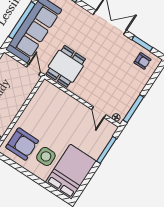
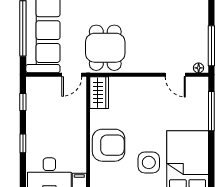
door: (34, 70) -> (72, 75), swing flipped
wardrobe: (44, 92) -> (99, 93), added
armchair: (22, 144) -> (109, 145), moved

